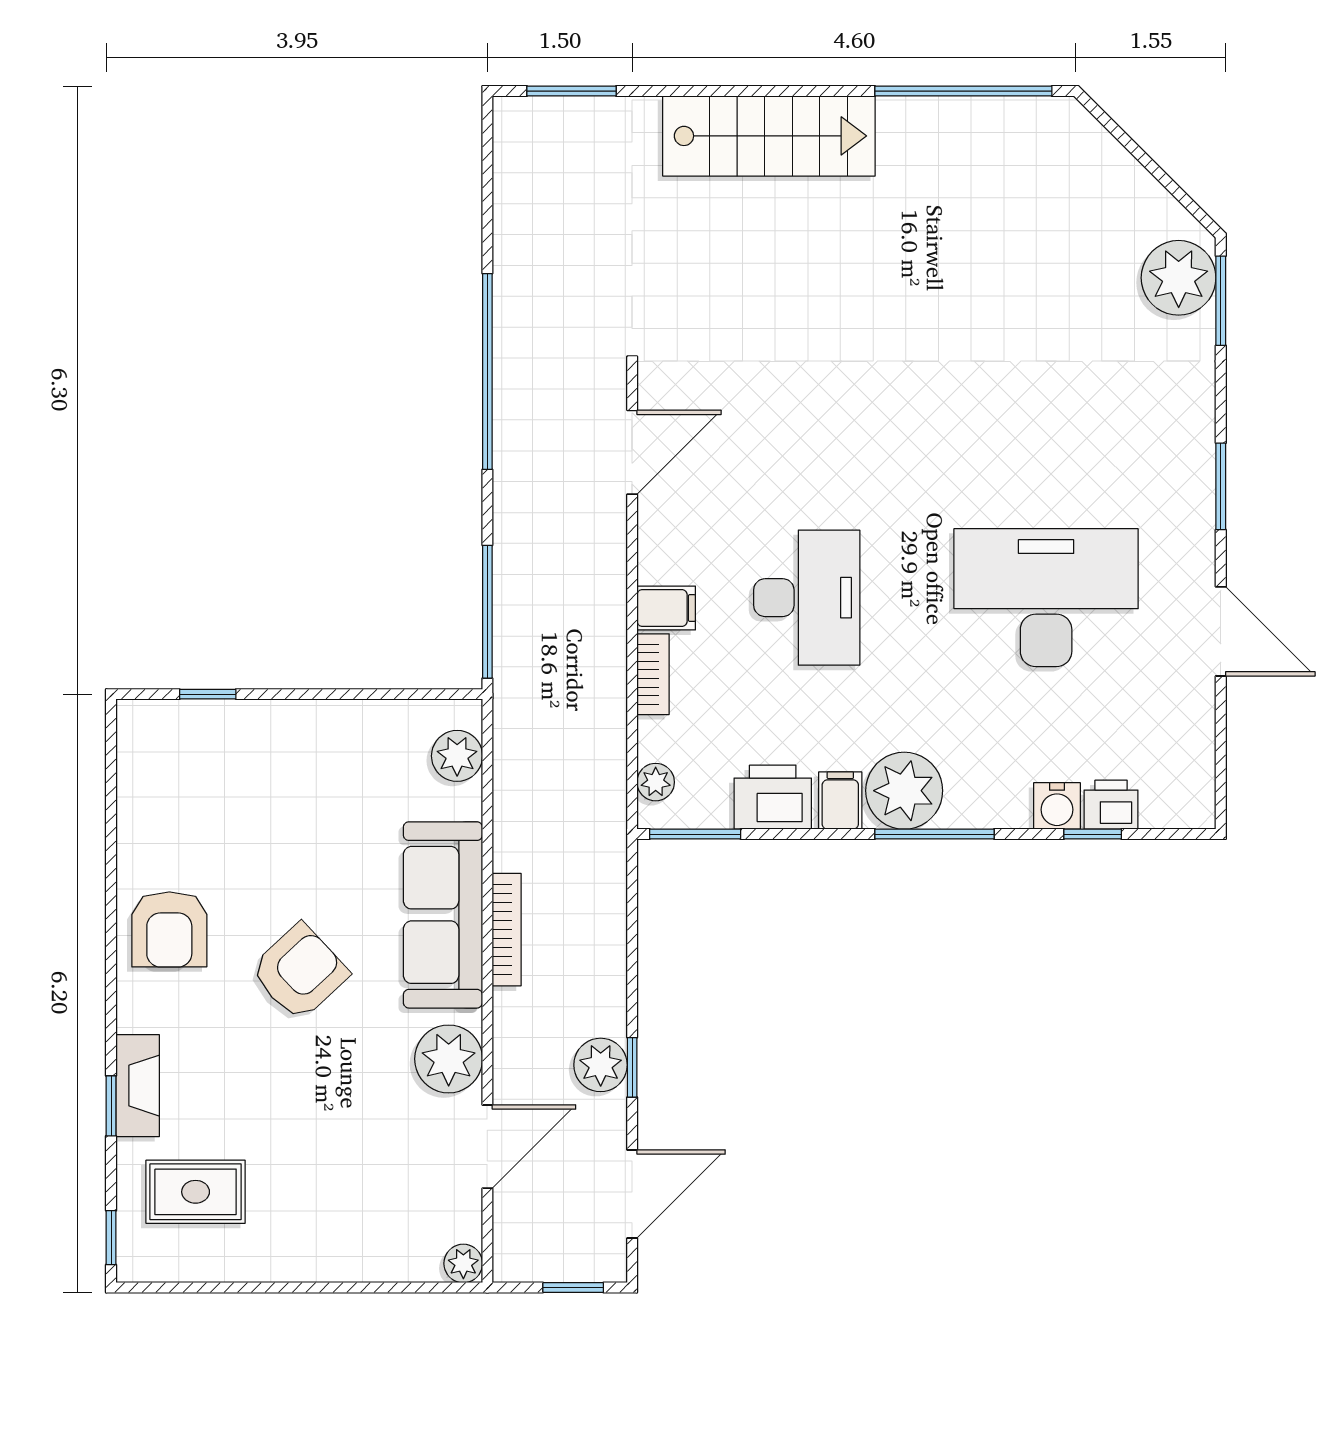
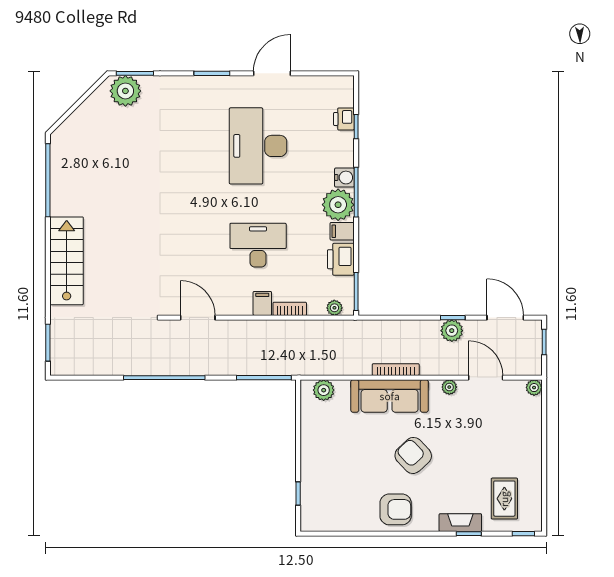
water cooler: (1057, 806) -> (344, 178), moved
plant: (449, 1059) -> (449, 387), width x0.53, depth x0.53

